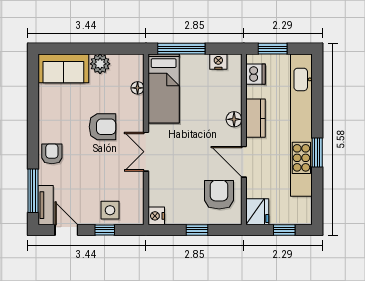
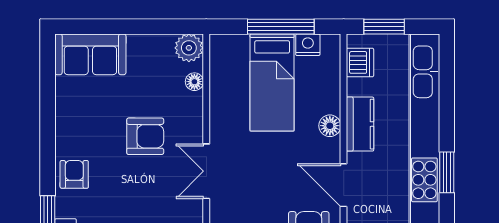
window: (181, 49) -> (281, 27), moved
plant: (100, 64) -> (189, 48), moved
bed: (164, 88) -> (272, 82), moved

